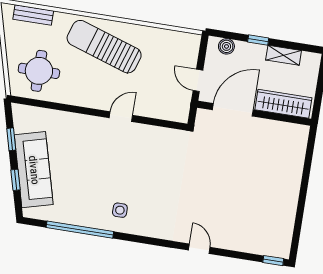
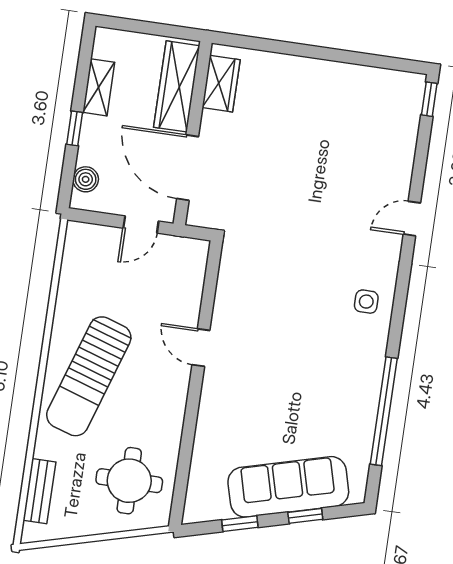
wardrobe: (285, 131) -> (221, 84), added
side table: (120, 210) -> (366, 302), moved

